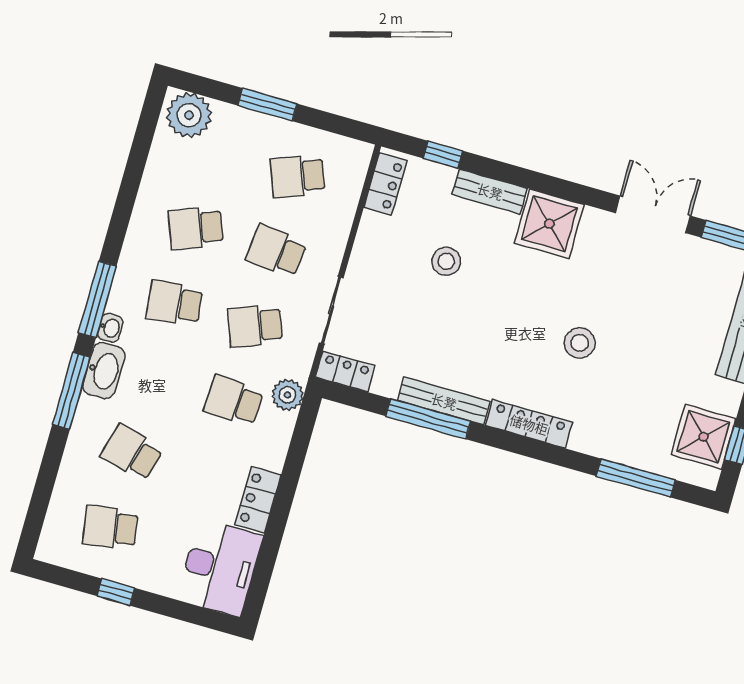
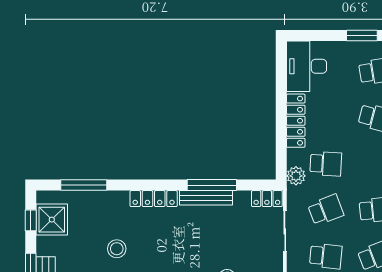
stool: (580, 343) -> (117, 249), moved
locker: (258, 500) -> (296, 121), width x1.53
window: (116, 592) -> (362, 35), width x1.50

